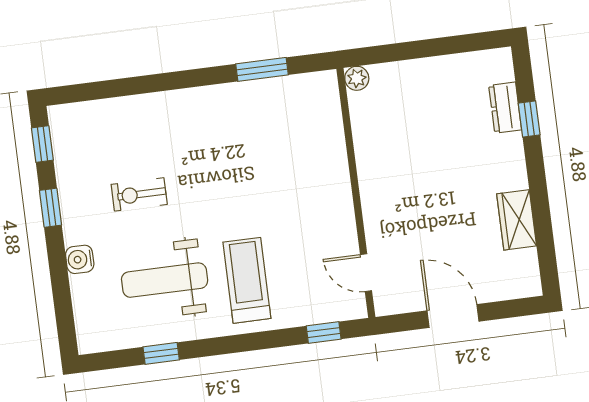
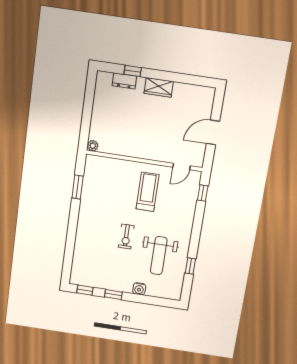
exercise bike: (139, 194) -> (126, 237), moved
wardrobe: (517, 220) -> (159, 87), moved
treadmill: (247, 280) -> (148, 192), moved, turned 90

